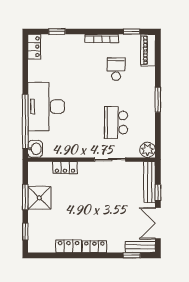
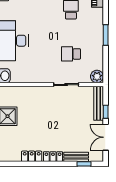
school desk: (116, 123) -> (71, 54), width x0.54
locker: (65, 168) -> (29, 91), removed
bench: (140, 247) -> (76, 157), moved

